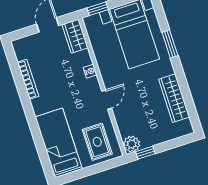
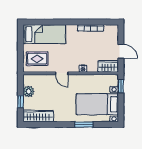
wardrobe: (174, 98) -> (38, 116), moved
plant: (132, 144) -> (29, 91), moved
window: (145, 153) -> (20, 102), moved

